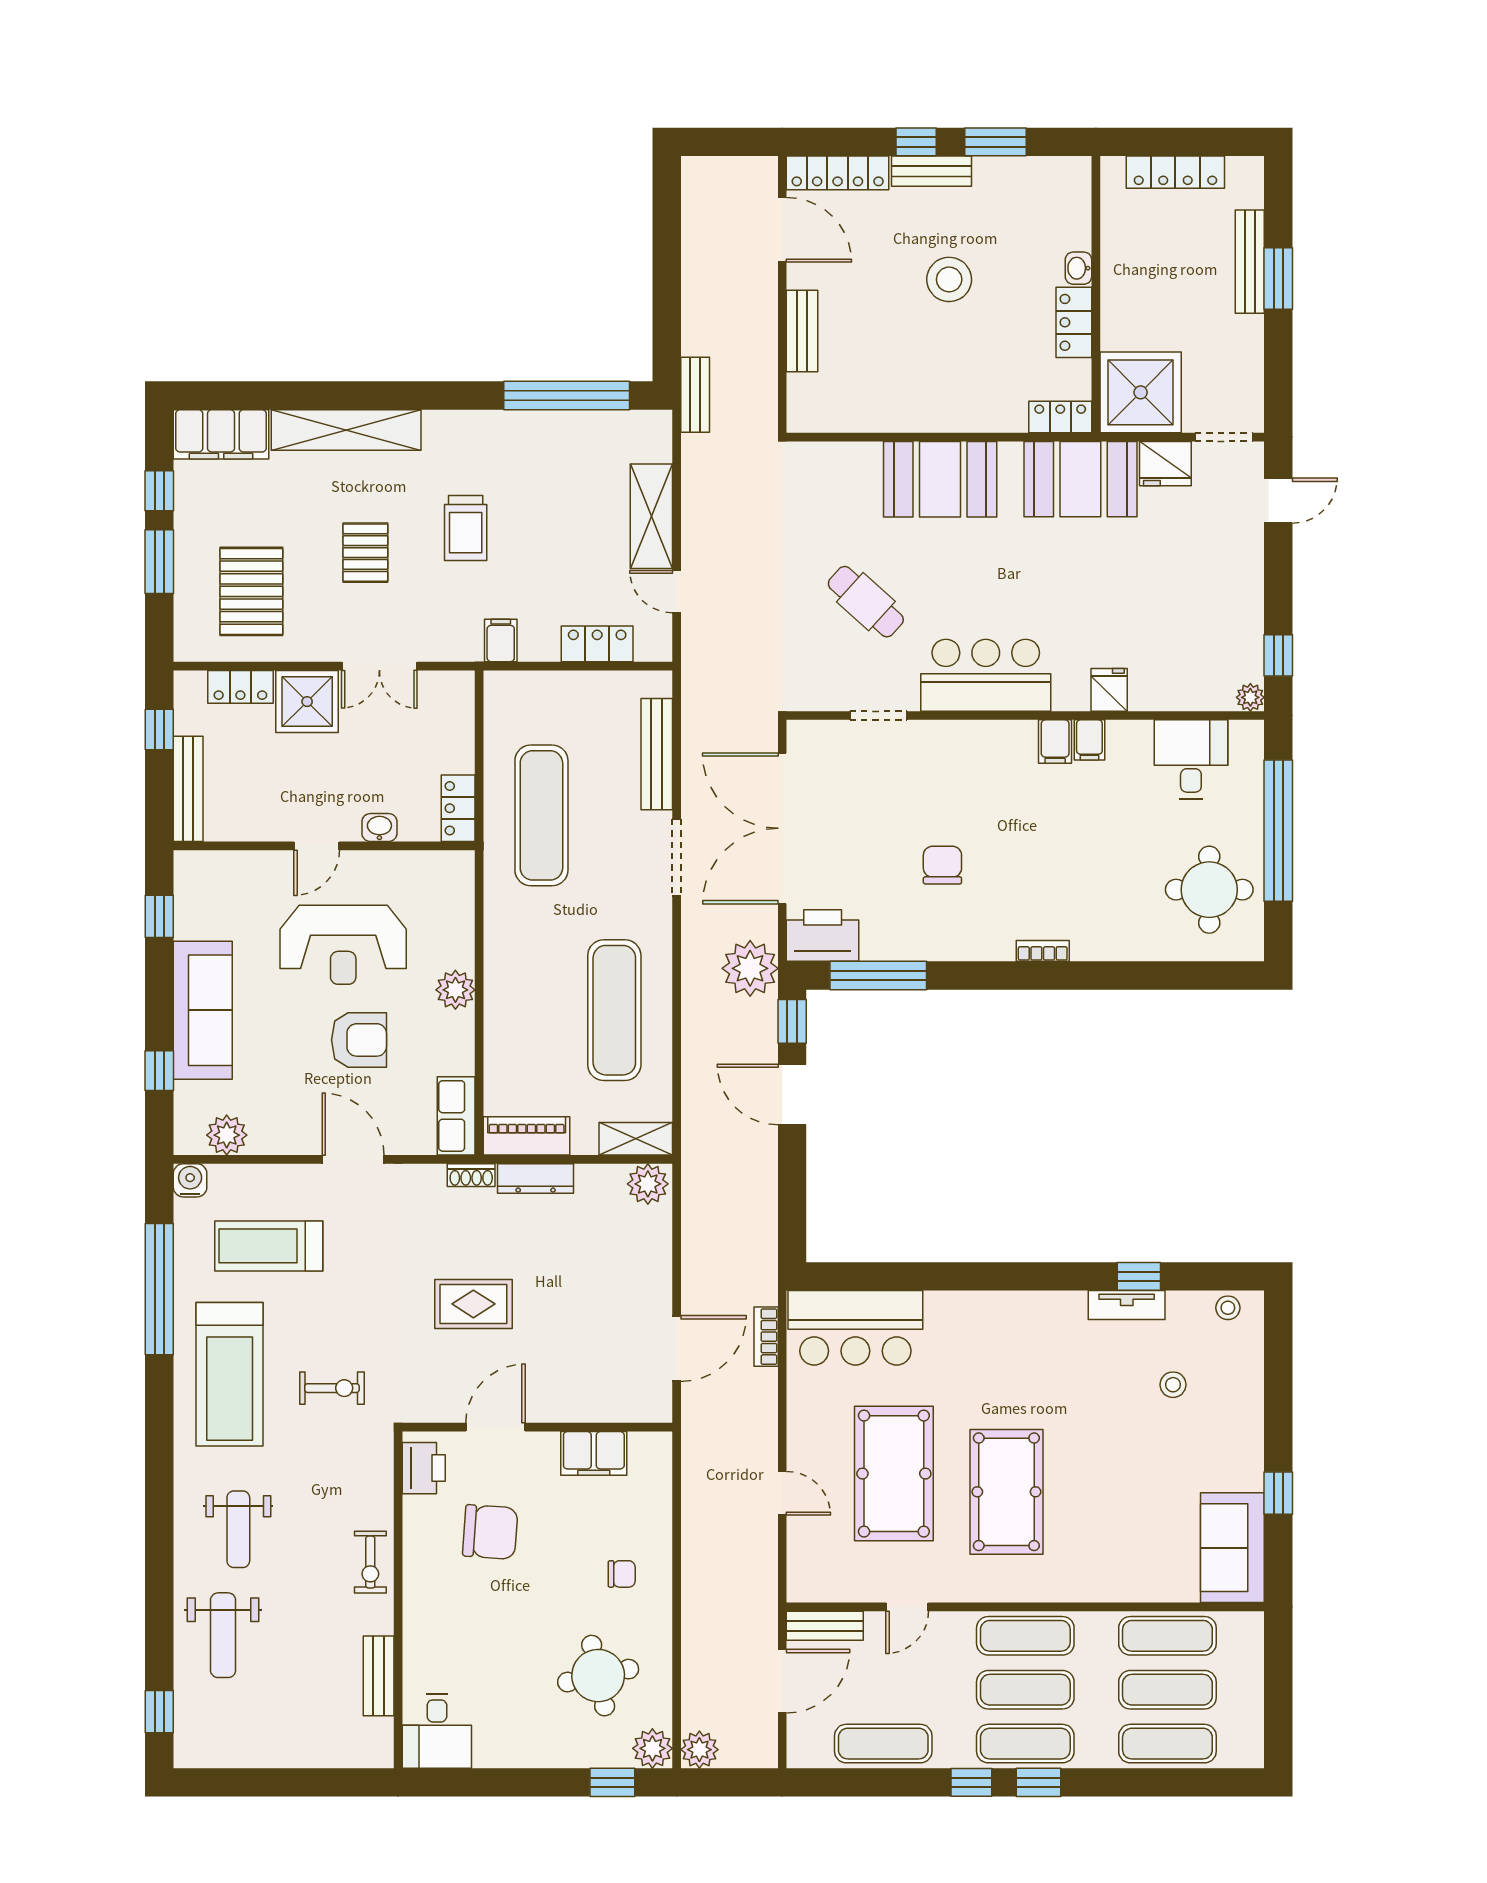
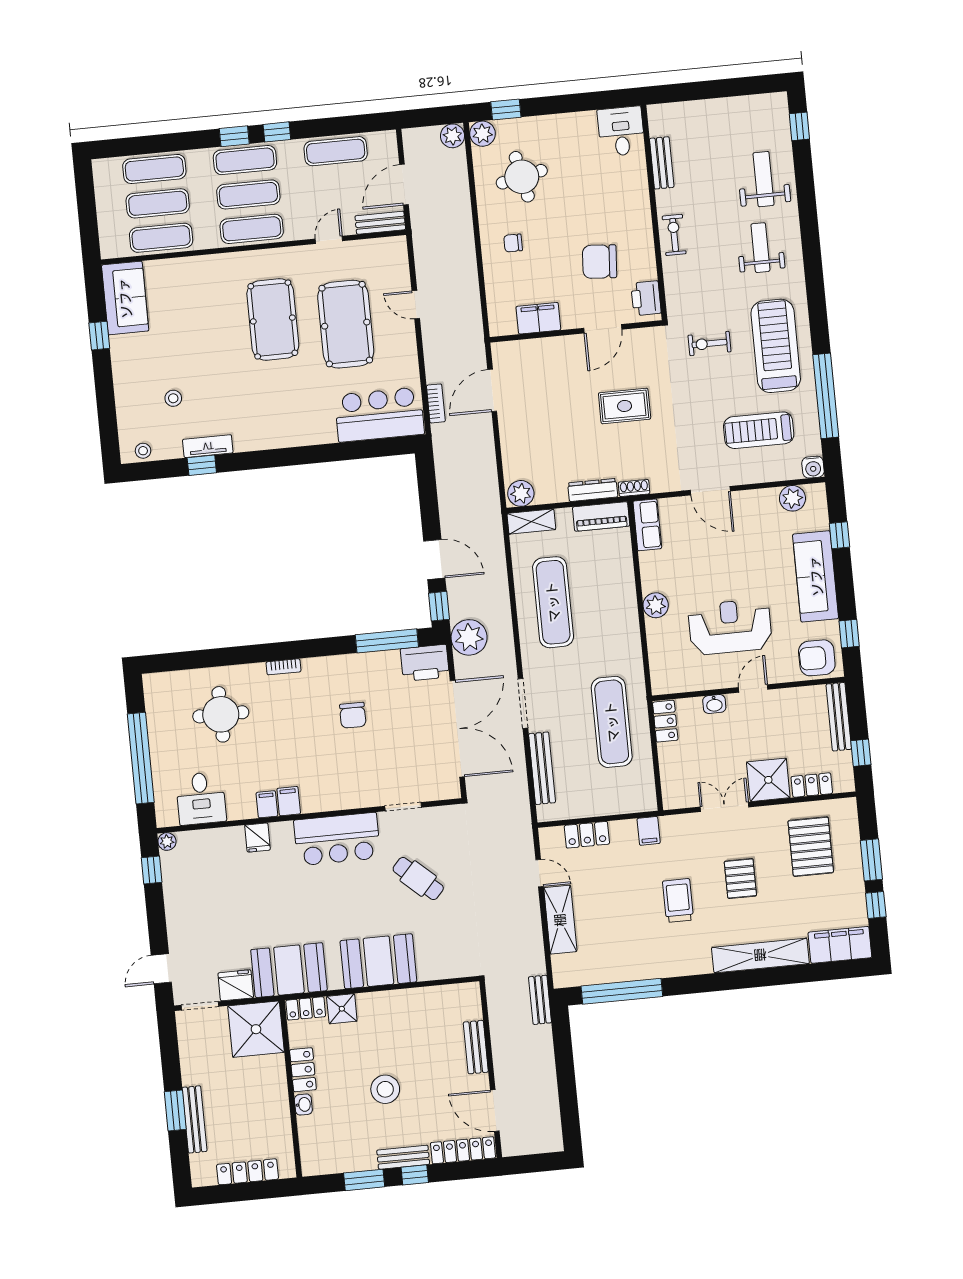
shower: (1004, 411) -> (342, 1009), added
round table: (1209, 890) -> (221, 714), moved
armchair: (359, 1040) -> (817, 658), moved
treadmill: (269, 1246) -> (759, 430), turned 180

